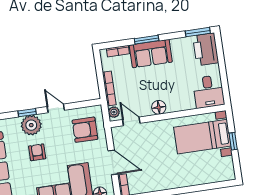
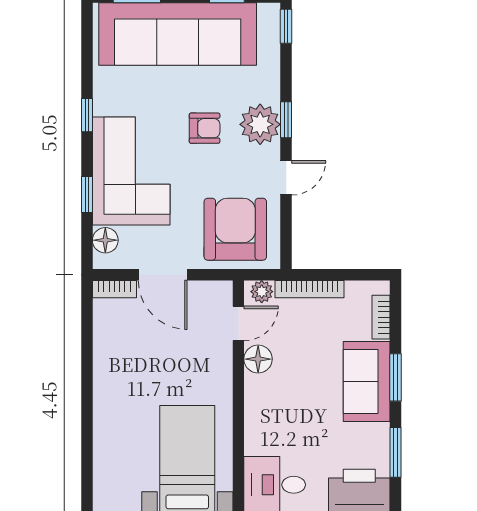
window: (198, 32) -> (395, 452), moved
floor lamp: (159, 107) -> (258, 359), moved
armchair: (85, 130) -> (235, 229), width x1.36, depth x1.36
door: (113, 162) -> (163, 275), hinge flipped

